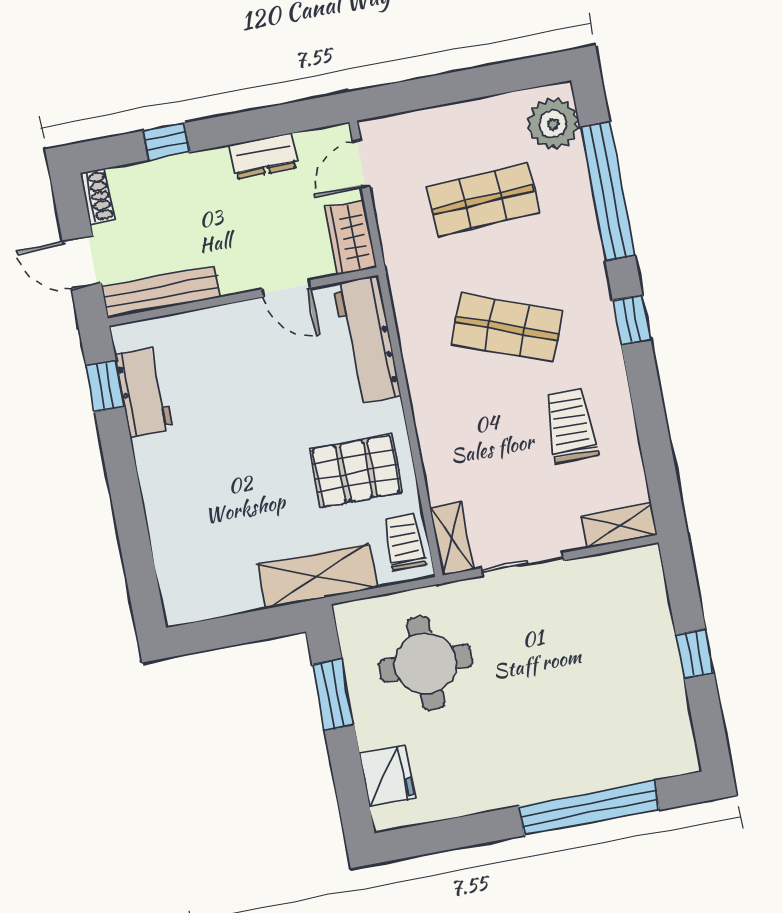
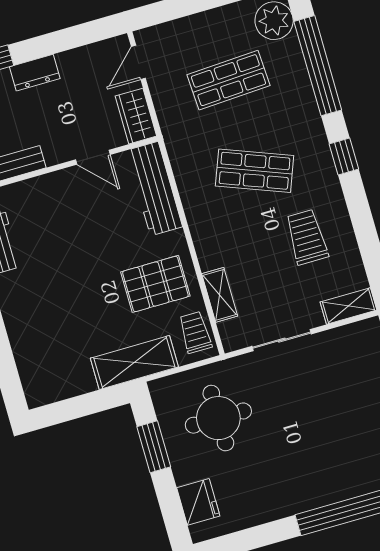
dresser: (264, 156) -> (35, 73), moved
shelving: (452, 538) -> (220, 295), moved

